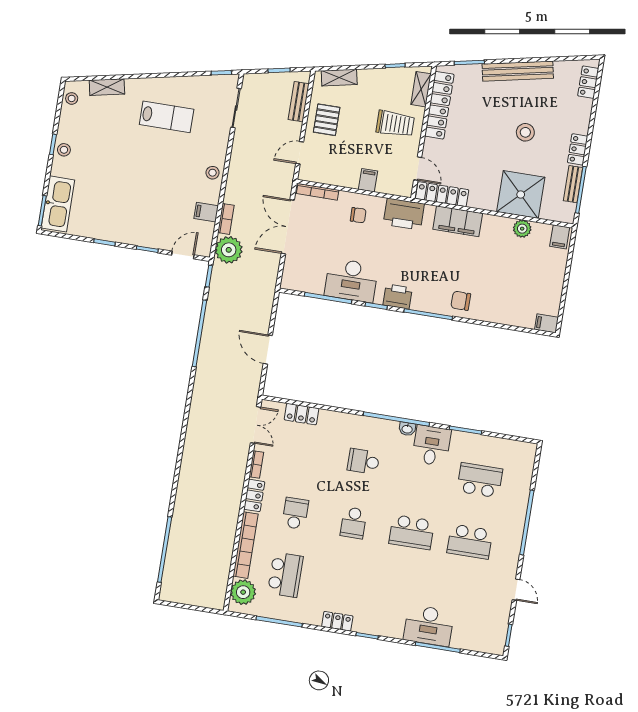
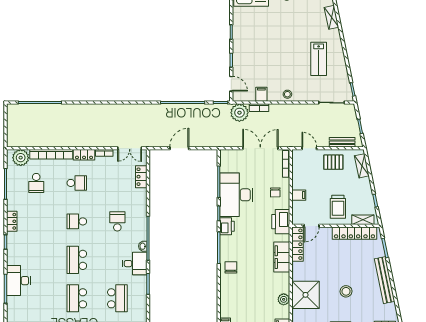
desk: (351, 280) -> (236, 195), width x1.36, depth x1.30
school desk: (285, 575) -> (36, 183), width x0.54

